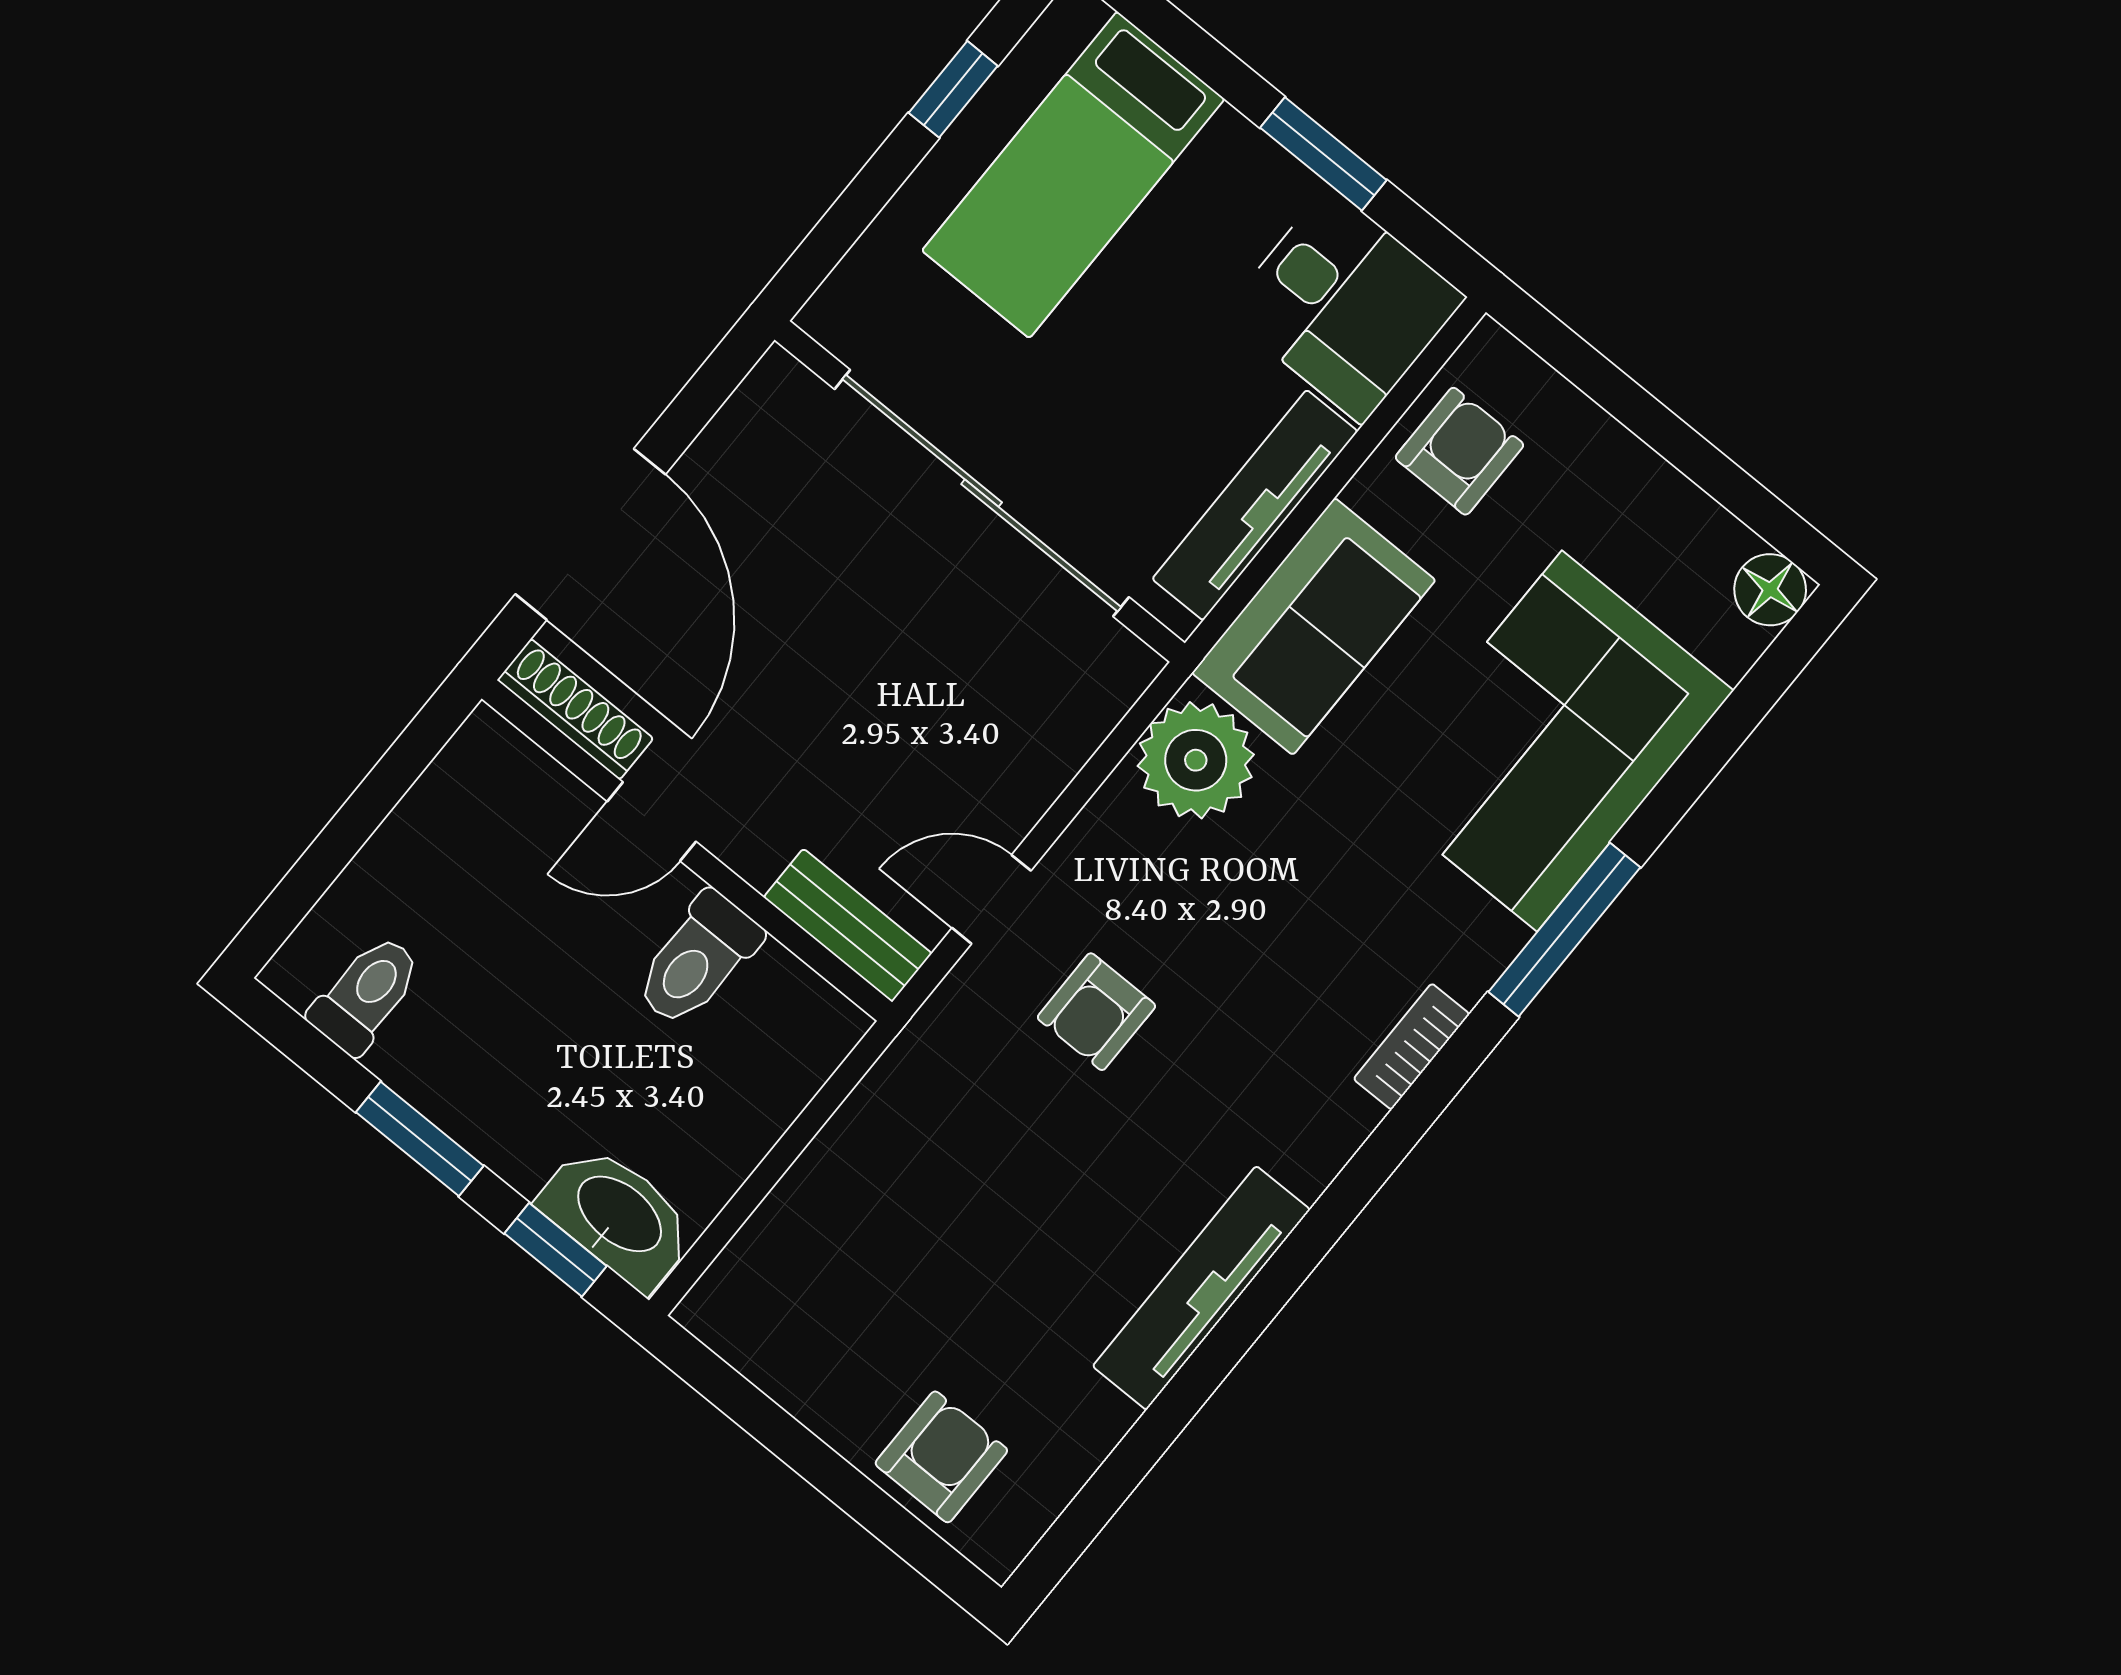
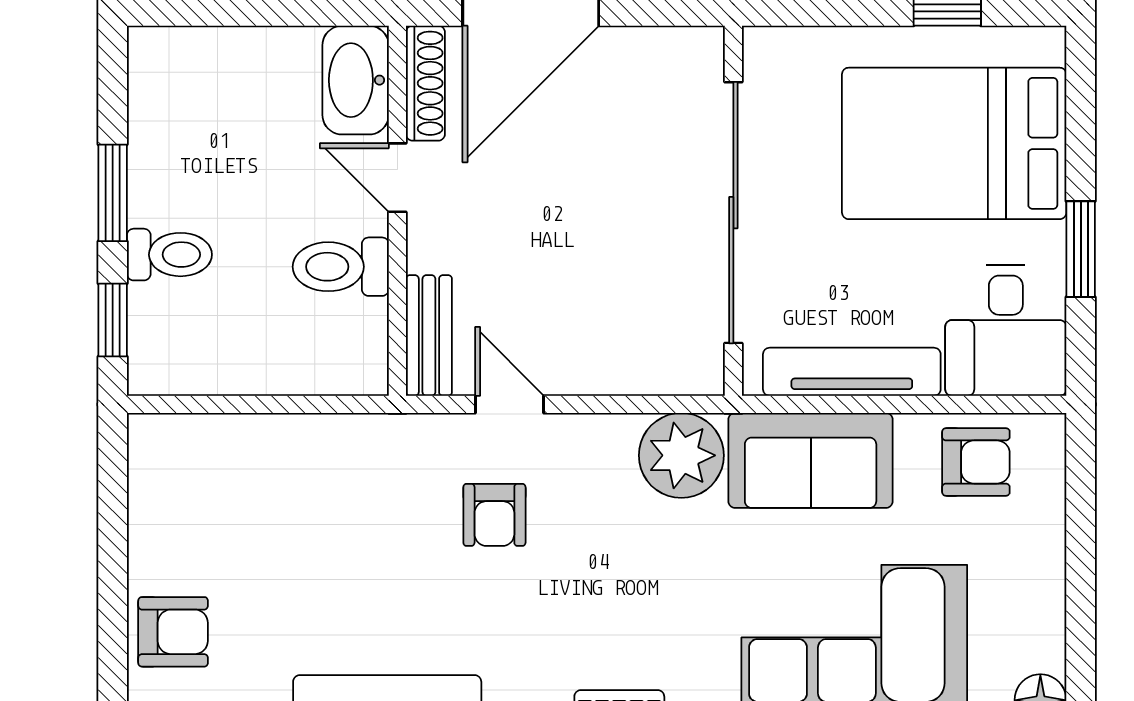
bed: (1073, 175) -> (954, 143), width x1.50
toilet: (366, 994) -> (169, 255), moved
armchair: (1096, 1012) -> (494, 515), turned -90
washbasin: (618, 1216) -> (356, 80), moved, turned 180

